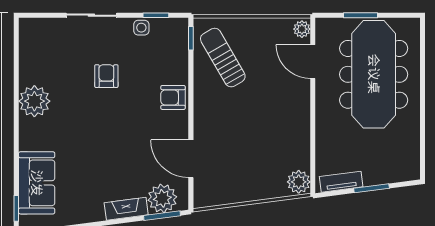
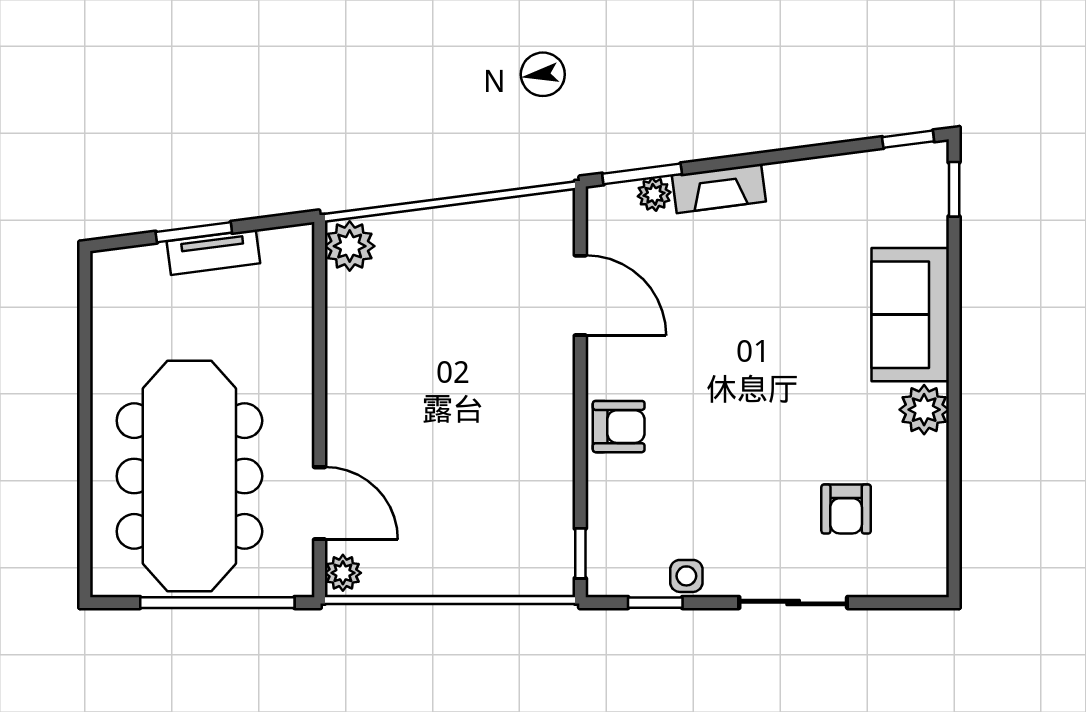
window: (361, 15) -> (217, 603), width x2.11
sun lounger: (223, 58) -> (512, 512), removed
armchair: (106, 76) -> (846, 509), moved
plant: (34, 101) -> (924, 410), width x0.73, depth x0.73
tv unit: (341, 182) -> (213, 252), moved
sofa: (37, 183) -> (910, 315), moved
plant: (162, 198) -> (654, 194), width x0.53, depth x0.53

